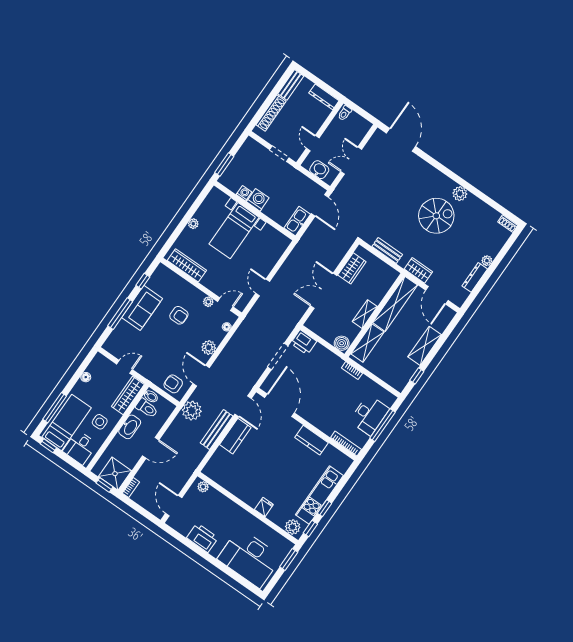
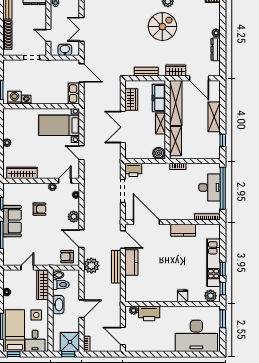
washing machine: (258, 200) -> (14, 98), moved
bed with nightstands: (234, 231) -> (59, 125), moved, turned 90
freezer: (381, 287) -> (159, 98), added
window: (382, 425) -> (223, 188), width x1.46
printer: (202, 538) -> (149, 313), moved, turned 180

